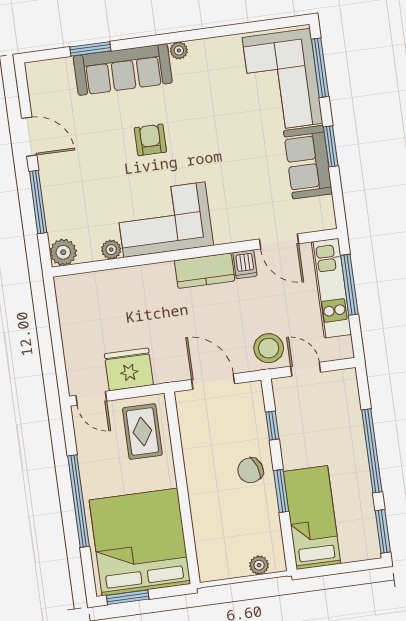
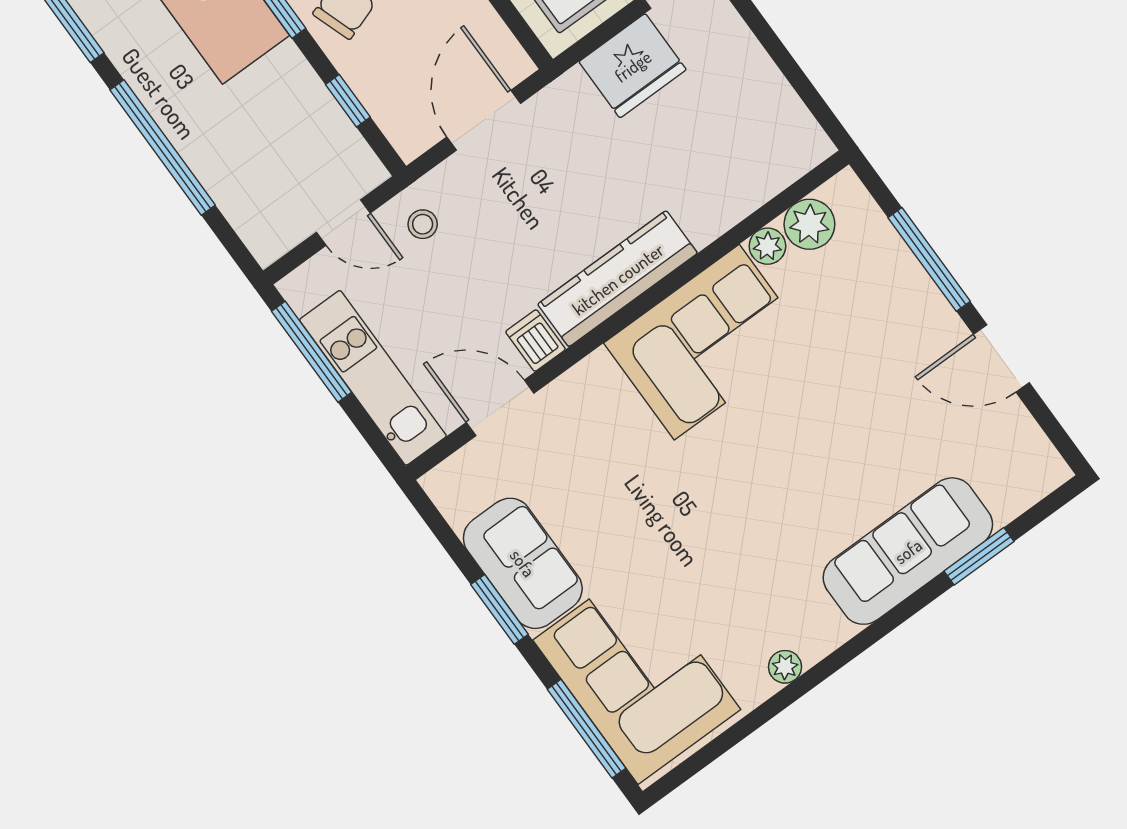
plant: (179, 50) -> (785, 667), moved
armchair: (150, 140) -> (800, 460), removed
plant: (63, 252) -> (809, 224), moved
kitchen counter: (205, 271) -> (618, 279), width x1.50
window: (349, 285) -> (312, 352), moved
stool: (269, 348) -> (423, 224), width x0.53, depth x0.53
door: (213, 382) -> (484, 120), swing flipped

